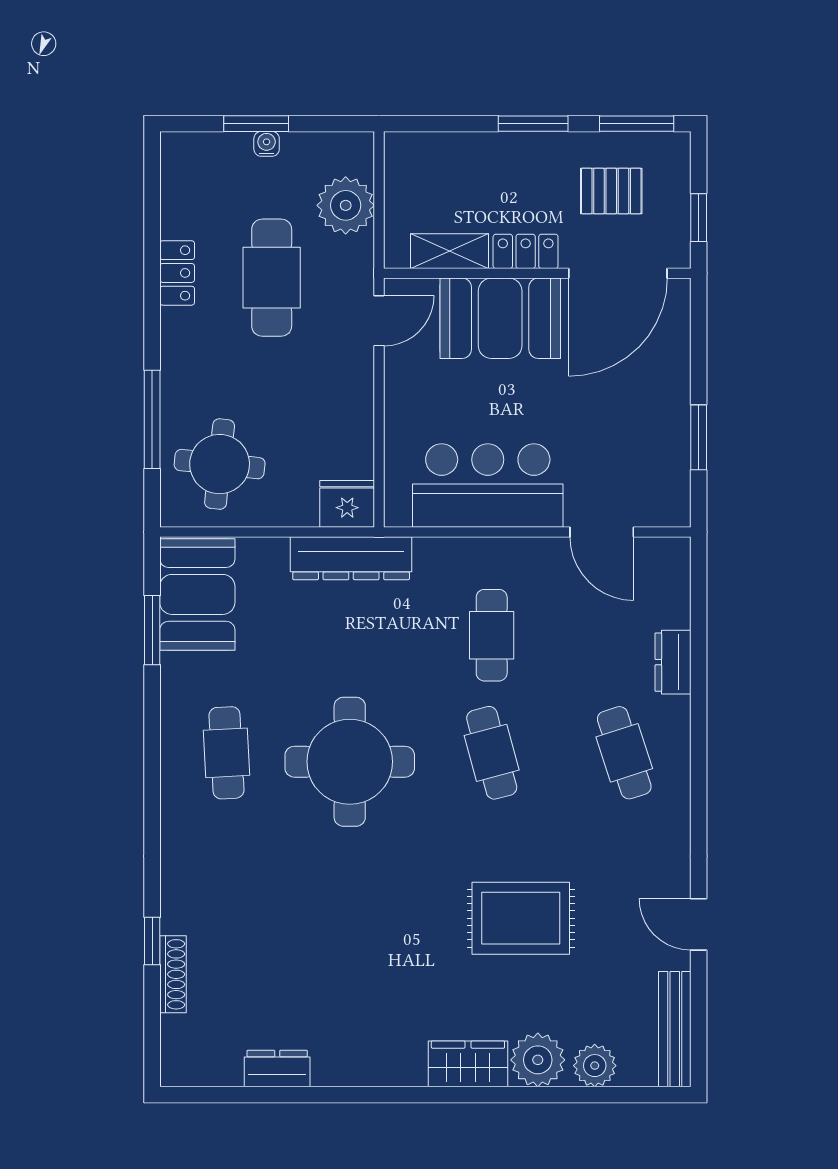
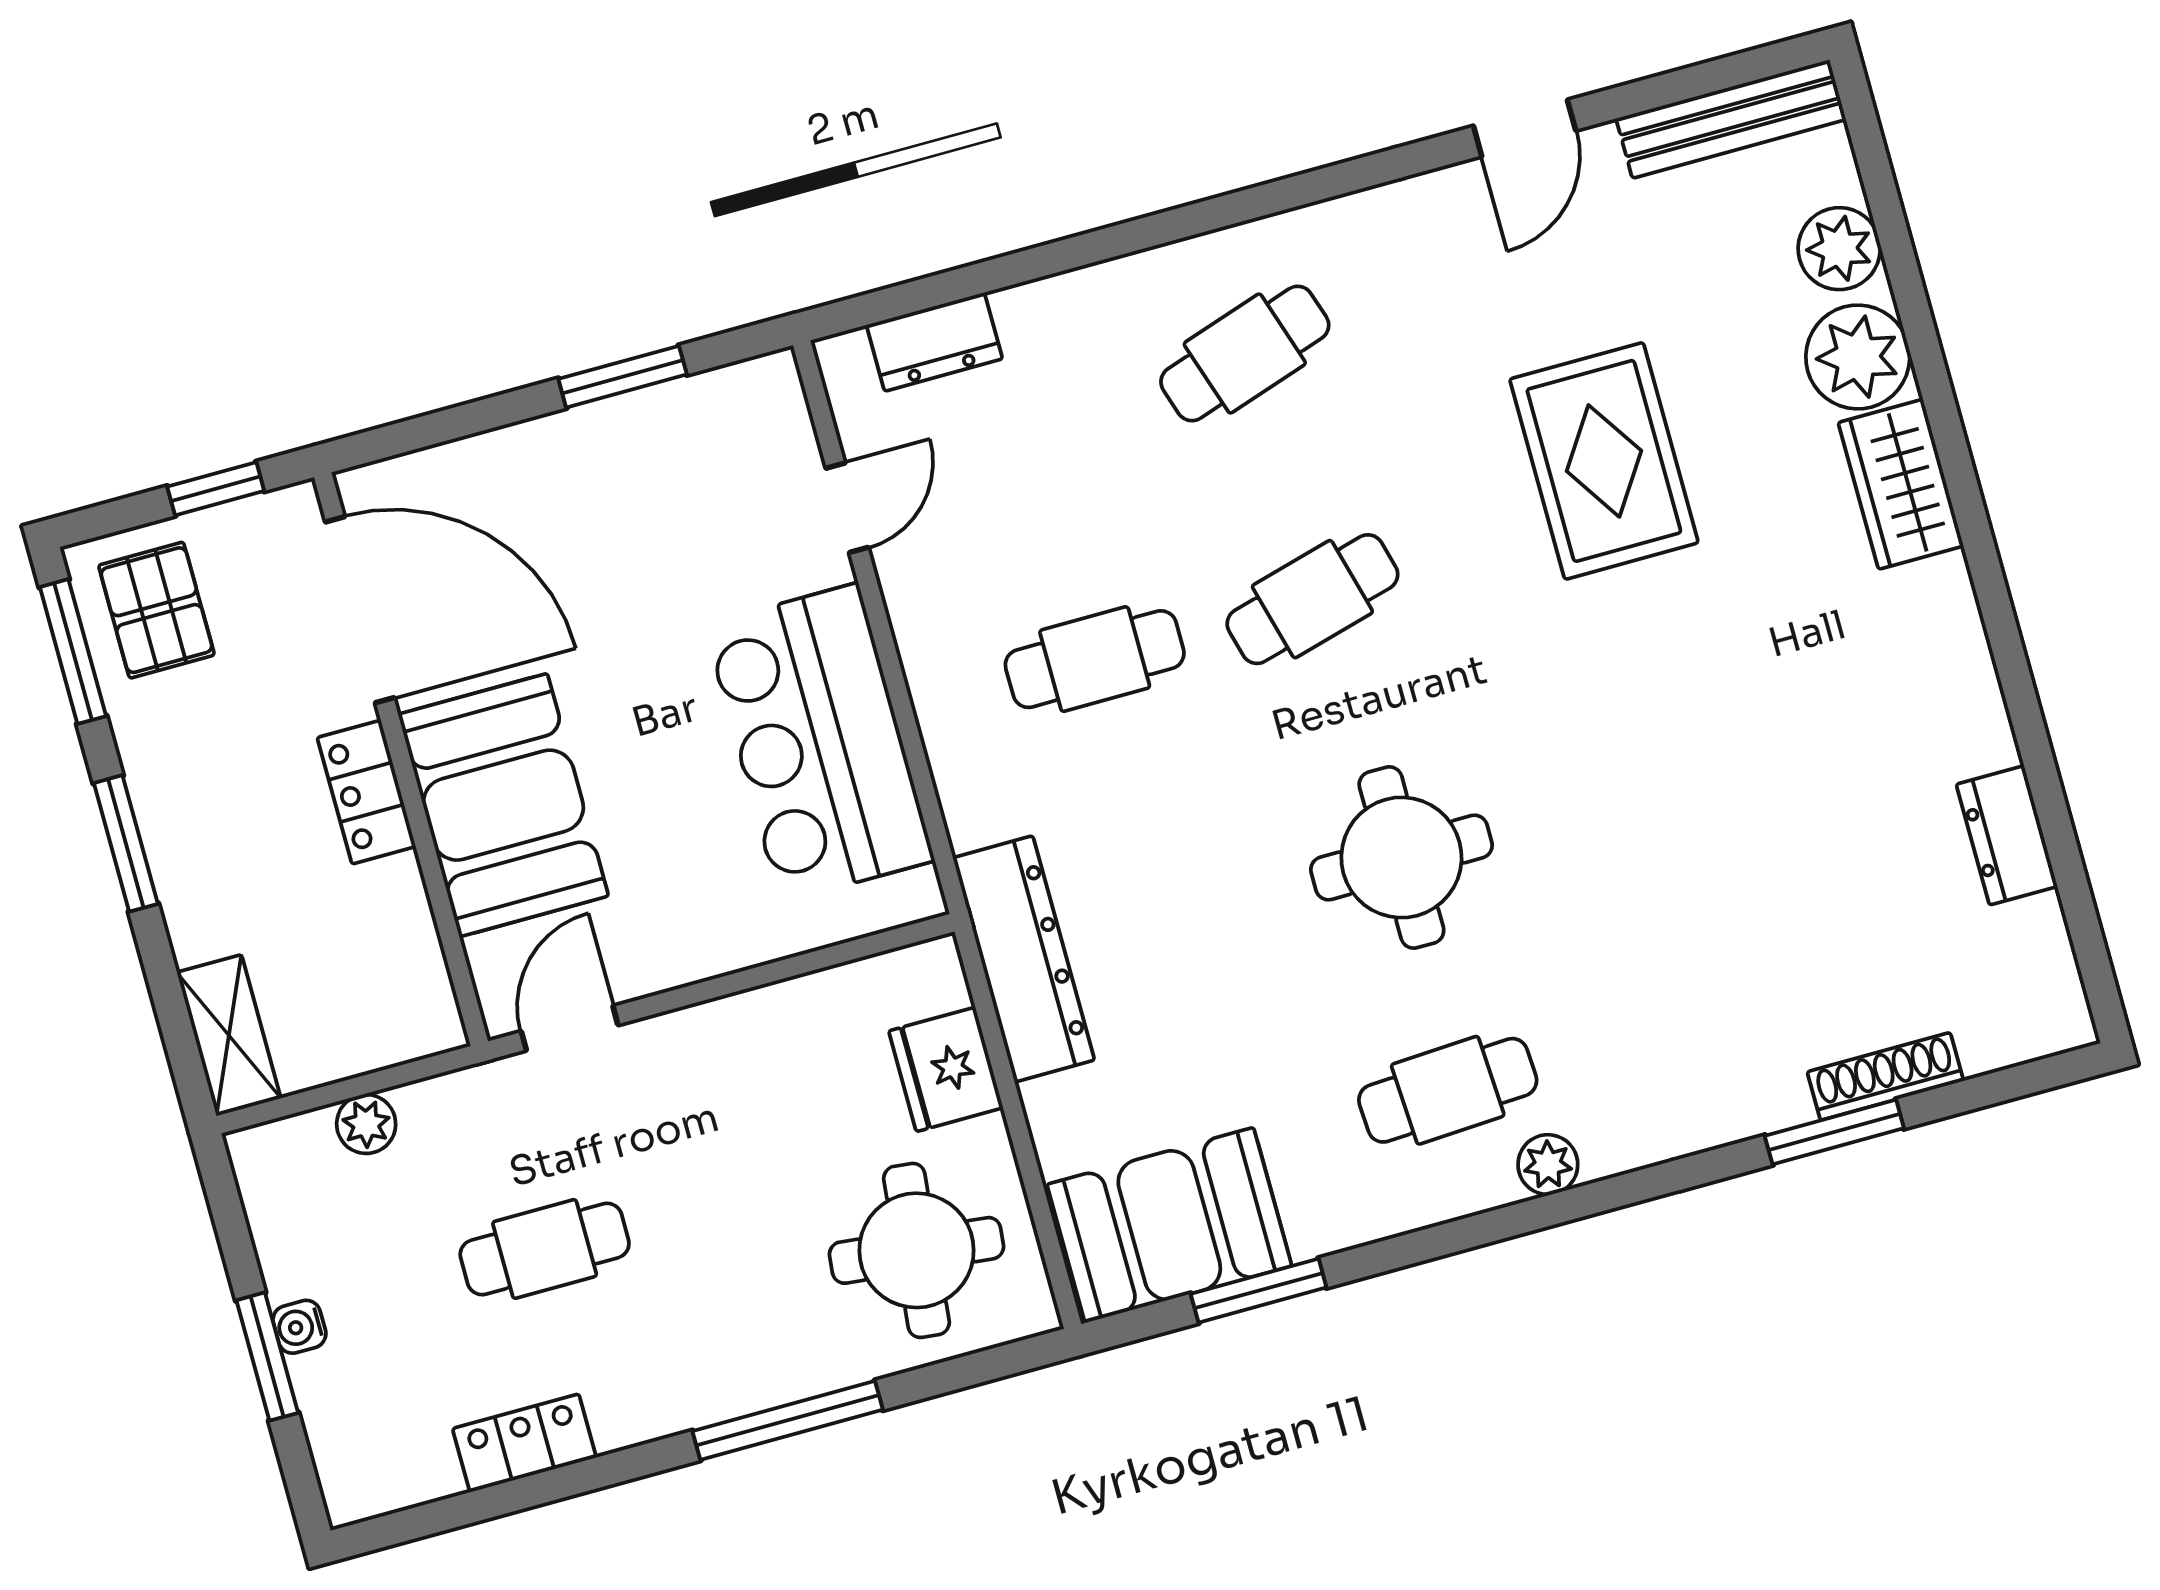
pallet: (611, 191) -> (156, 610), moved
plant: (346, 205) -> (366, 1124), width x0.53, depth x0.53
shelving: (449, 251) -> (229, 1035), moved
locker: (177, 273) -> (524, 1443), moved
cafe table: (272, 278) -> (545, 1249), width x0.73, depth x0.74
door: (379, 321) -> (570, 1028), hinge flipped
window: (152, 419) -> (788, 1420), moved
fridge: (347, 504) -> (946, 1069), moved
door: (602, 532) -> (847, 508), width x0.73
dresser: (673, 662) -> (934, 342), moved
round table: (350, 762) -> (1401, 858), width x0.73, depth x0.73
plant: (175, 793) -> (1548, 1165), added
window: (152, 941) -> (1834, 1132), width x1.50

